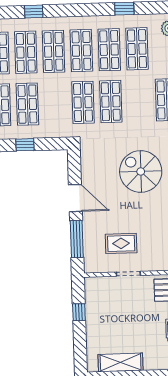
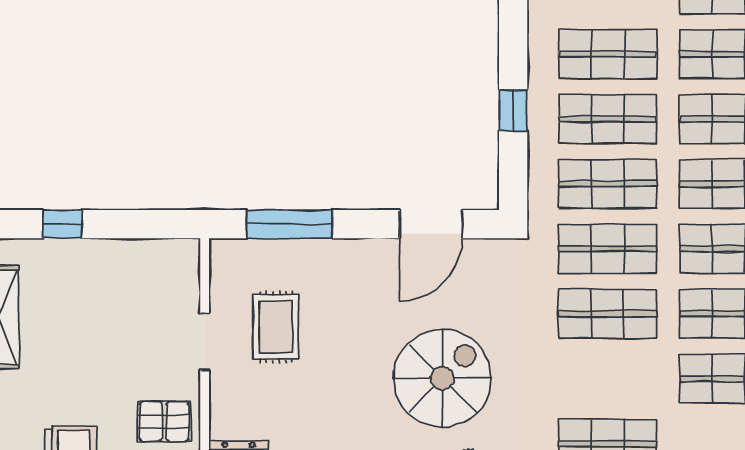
shop shelf: (55, 103) -> (608, 184), added
door: (75, 198) -> (431, 224), moved
window: (79, 312) -> (62, 224), moved

